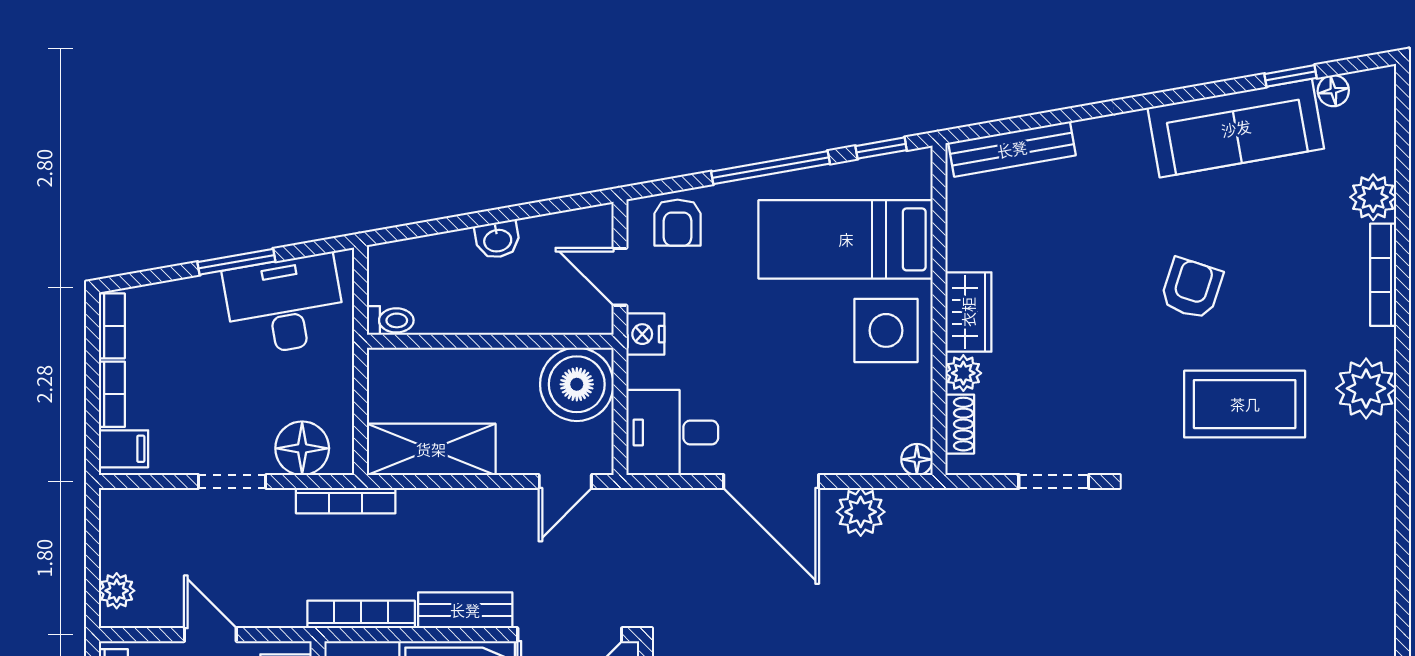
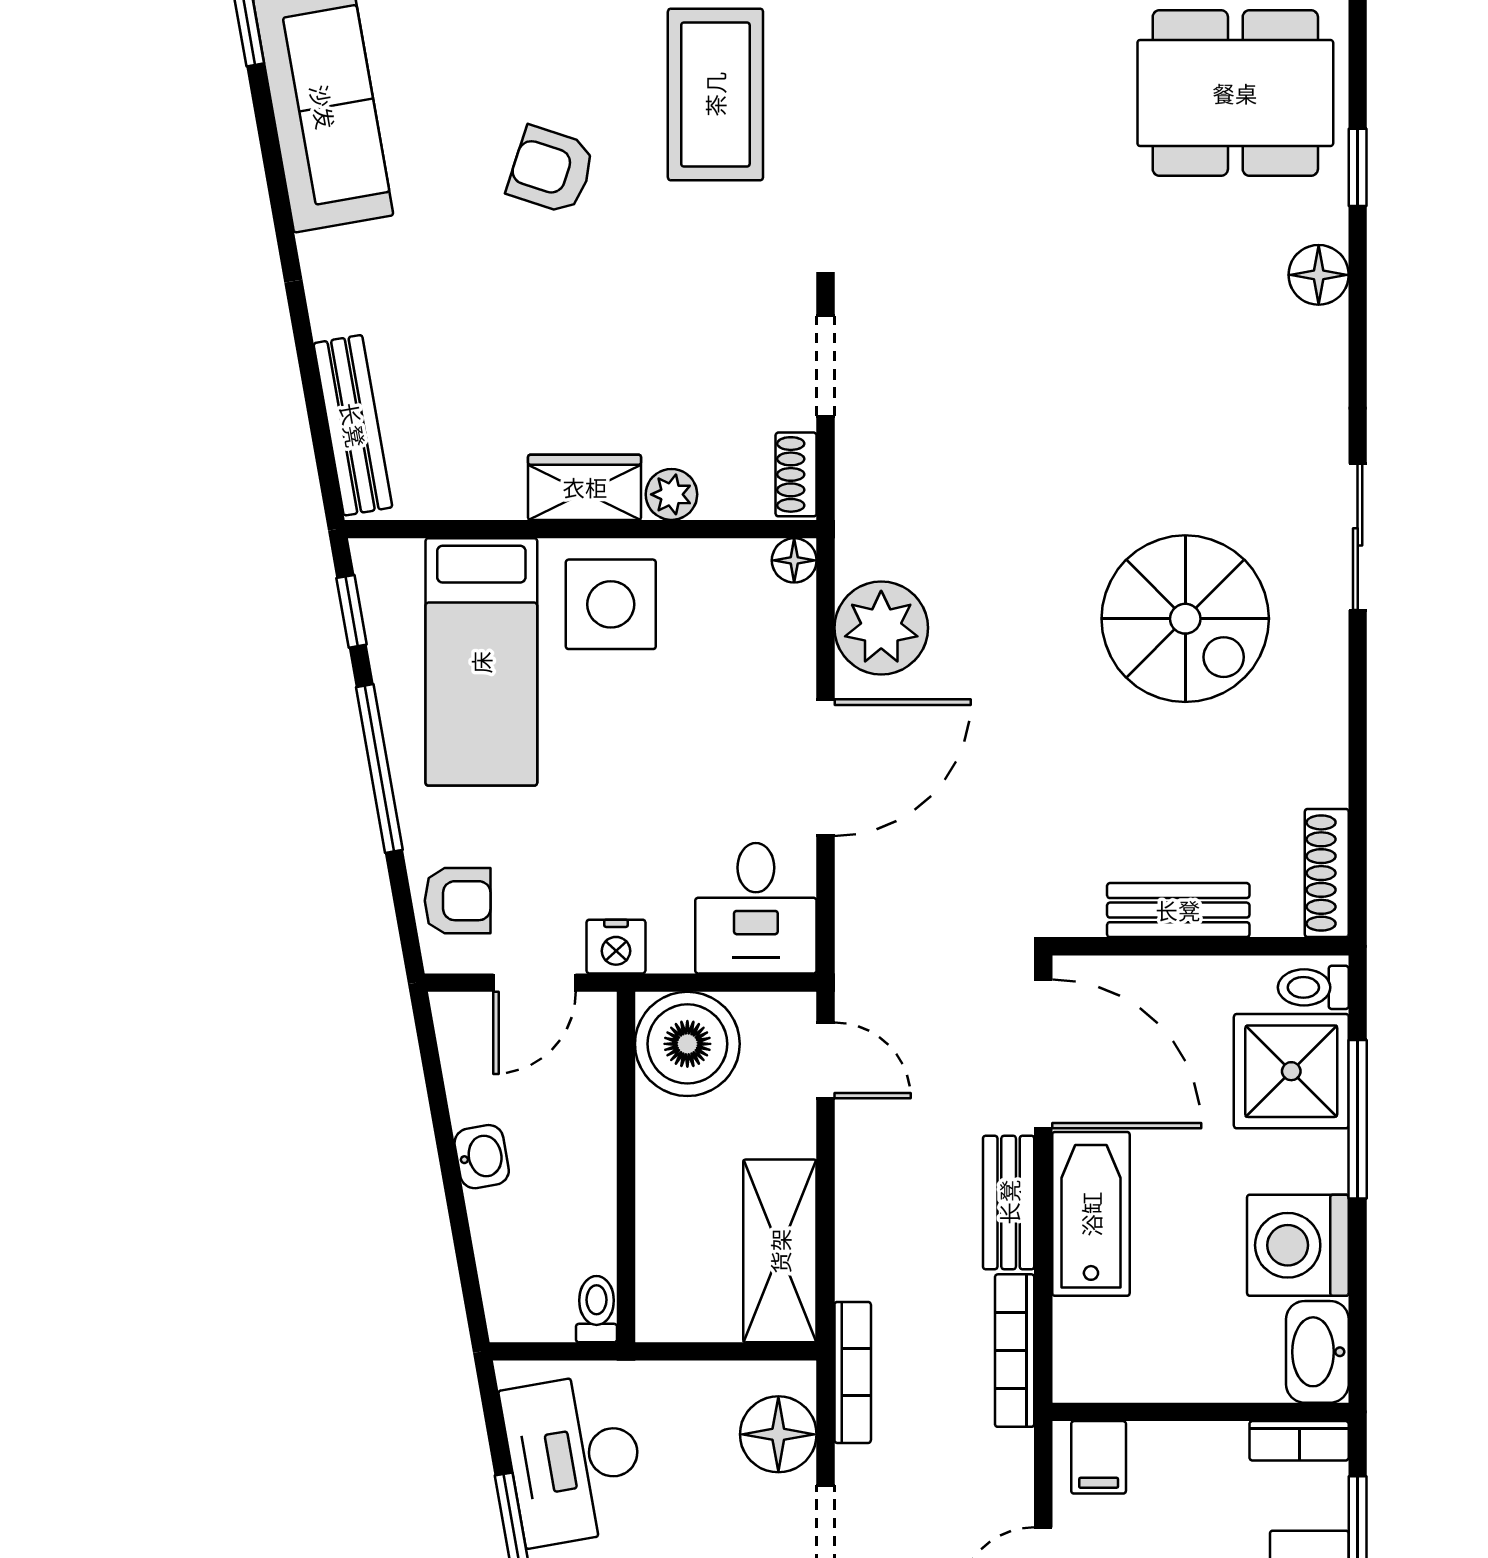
shoe rack: (960, 424) -> (796, 474), moved, turned -90
plant: (861, 512) -> (881, 628), width x1.36, depth x1.36

